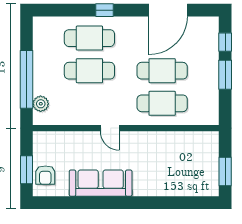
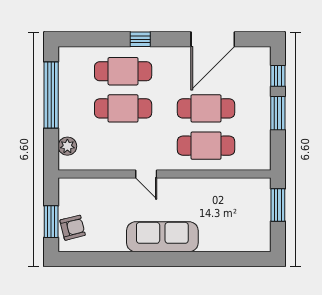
window: (26, 79) -> (51, 95), moved
window: (225, 172) -> (278, 205), moved
armchair: (45, 175) -> (73, 228), turned -104
sofa: (101, 183) -> (162, 237), moved

